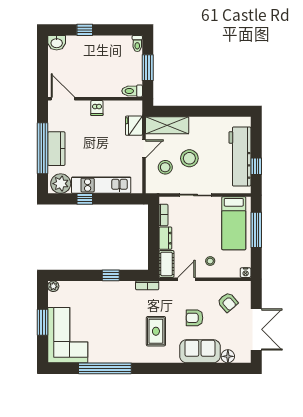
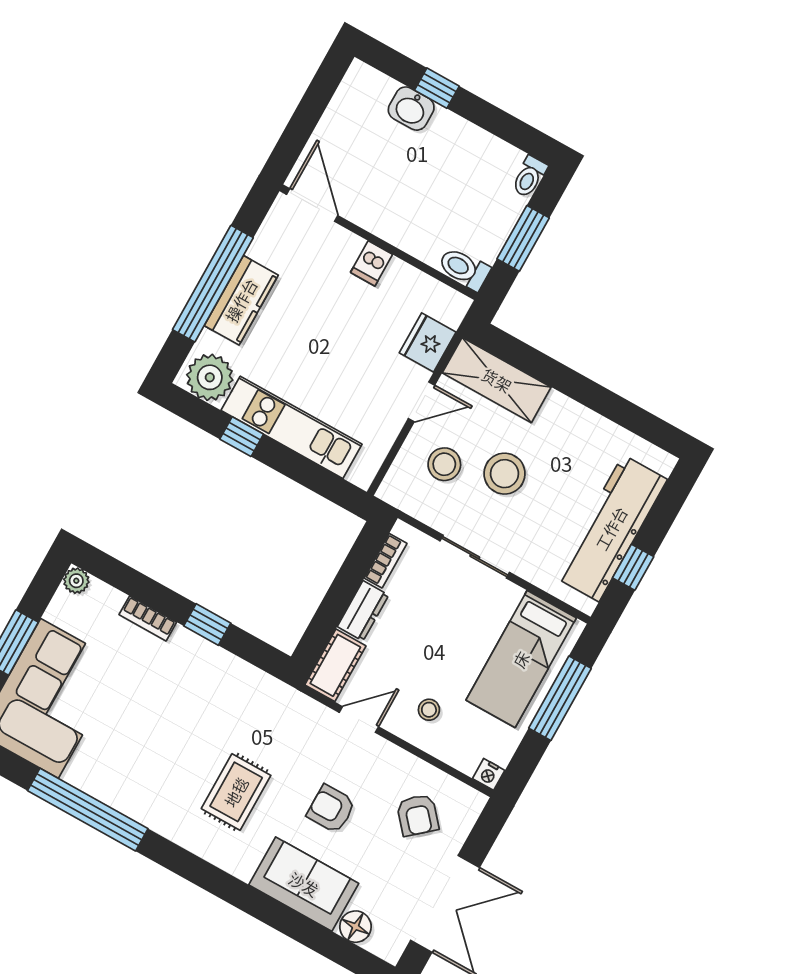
washbasin: (57, 43) -> (411, 109), moved
bookcase: (147, 285) -> (148, 618), moved

